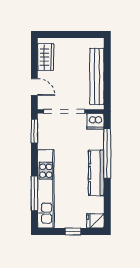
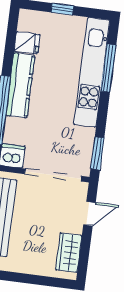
door: (34, 87) -> (89, 214), swing flipped
fridge: (95, 221) -> (27, 43), moved

